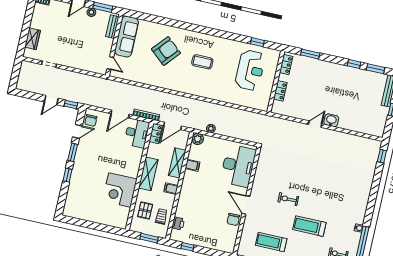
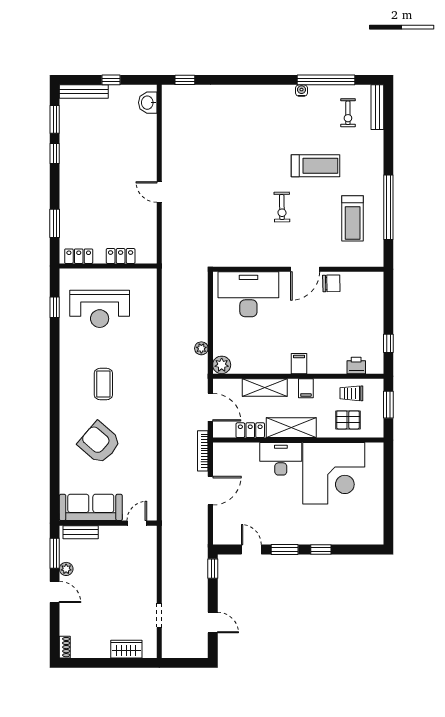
reception desk: (250, 70) -> (100, 309), turned 180
door: (51, 100) -> (213, 623), moved
door: (120, 114) -> (210, 491), hinge flipped
chair: (91, 120) -> (230, 533), removed
washbasin: (331, 120) -> (148, 103), moved
desk: (137, 133) -> (281, 459), moved
locker: (156, 133) -> (250, 430), moved
filing cabinet: (192, 165) -> (299, 364), moved
corner desk: (120, 190) -> (334, 473), width x1.36, depth x1.36
treadmill: (309, 226) -> (316, 166), turned -90

